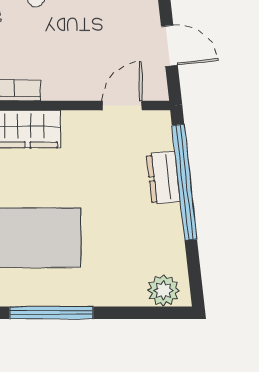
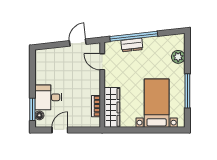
plant: (163, 291) -> (178, 57), moved

